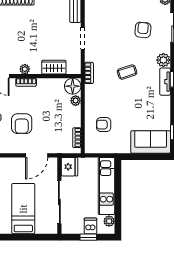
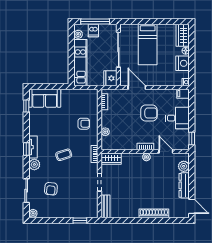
wardrobe: (54, 67) -> (111, 159), moved
floor lamp: (73, 86) -> (108, 143), removed
armchair: (22, 124) -> (149, 113), turned 90
armchair: (104, 125) -> (84, 124), moved
door: (37, 155) -> (137, 87), hinge flipped
window: (88, 237) -> (95, 21), width x2.17

